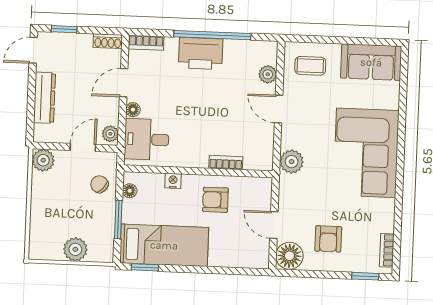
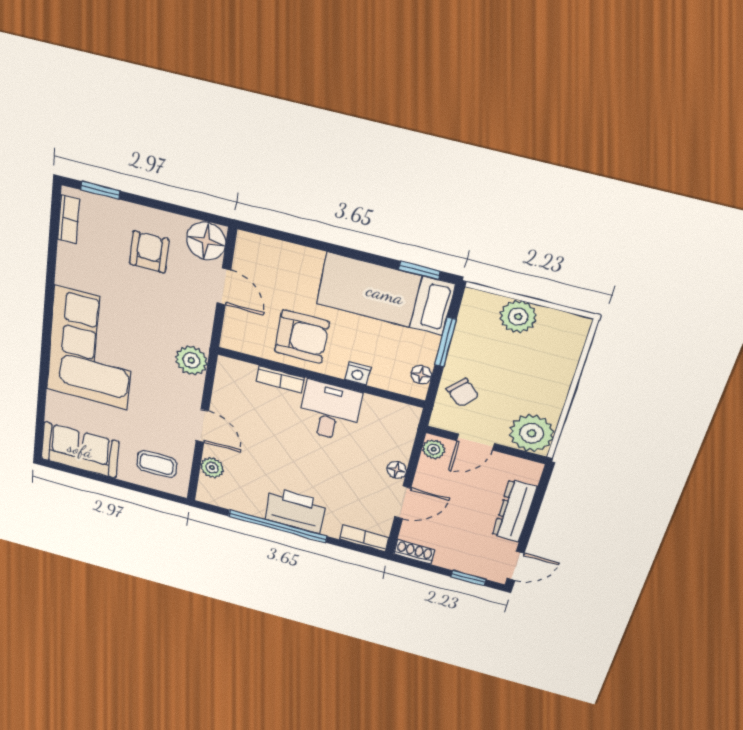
desk: (147, 139) -> (330, 411), moved, turned -90
plant: (43, 160) -> (532, 433), width x1.36, depth x1.36
armchair: (215, 200) -> (302, 337), width x1.38, depth x1.38

